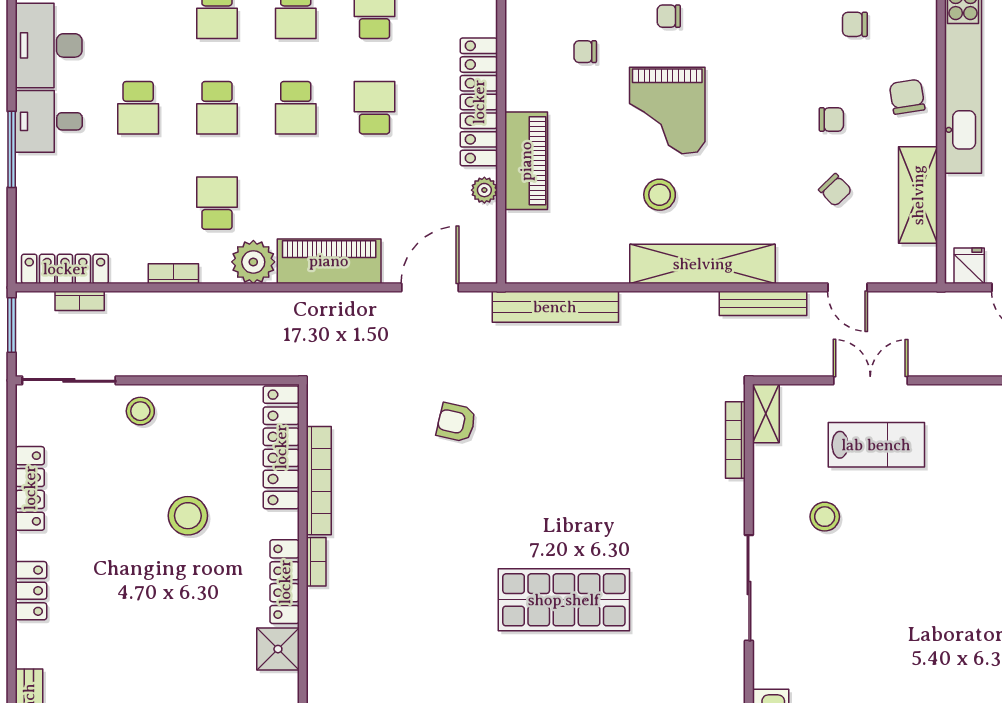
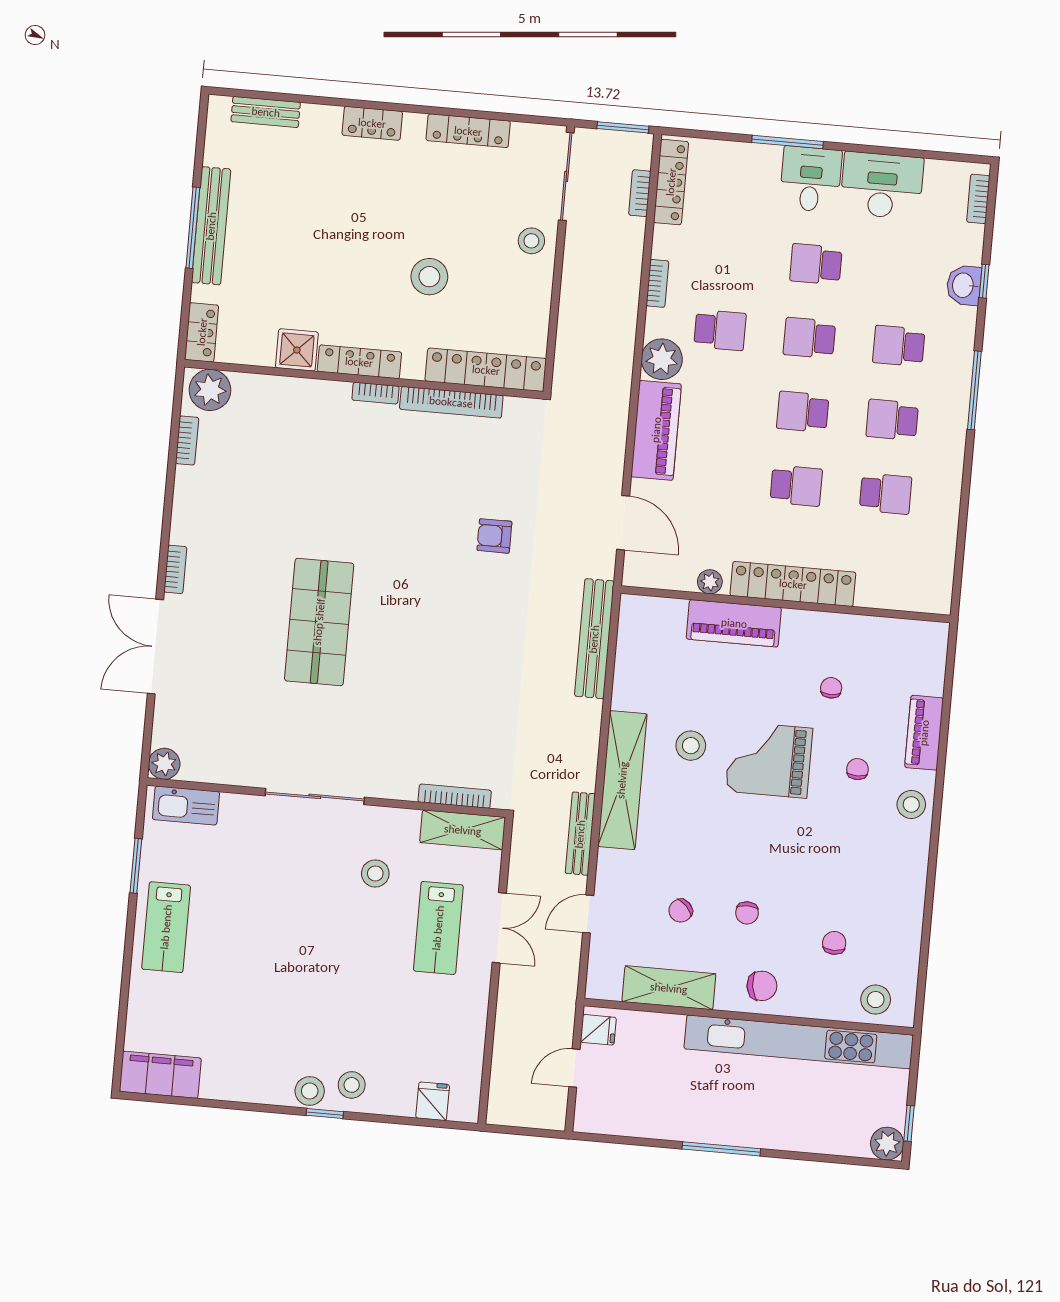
shelving: (766, 414) -> (463, 830), width x1.50, depth x1.33
armchair: (456, 422) -> (494, 536), turned -103

